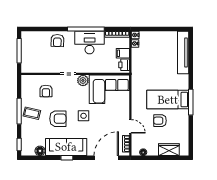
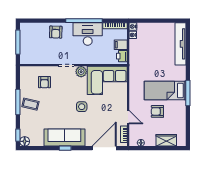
armchair: (58, 119) -> (56, 110), removed
floor lamp: (40, 151) -> (25, 141), moved

